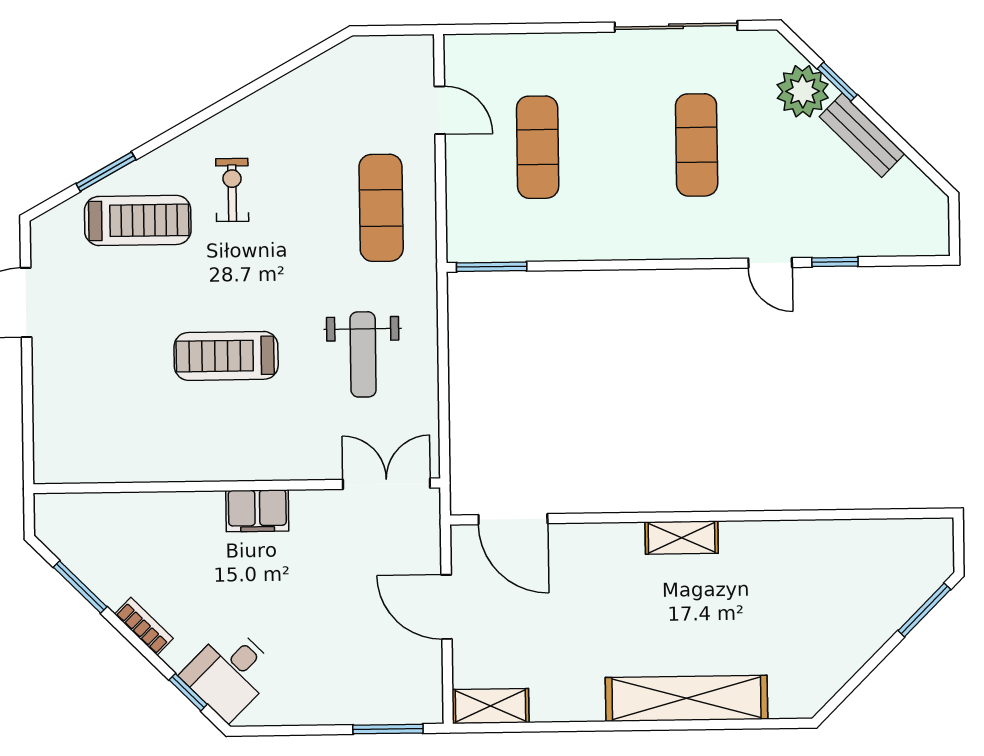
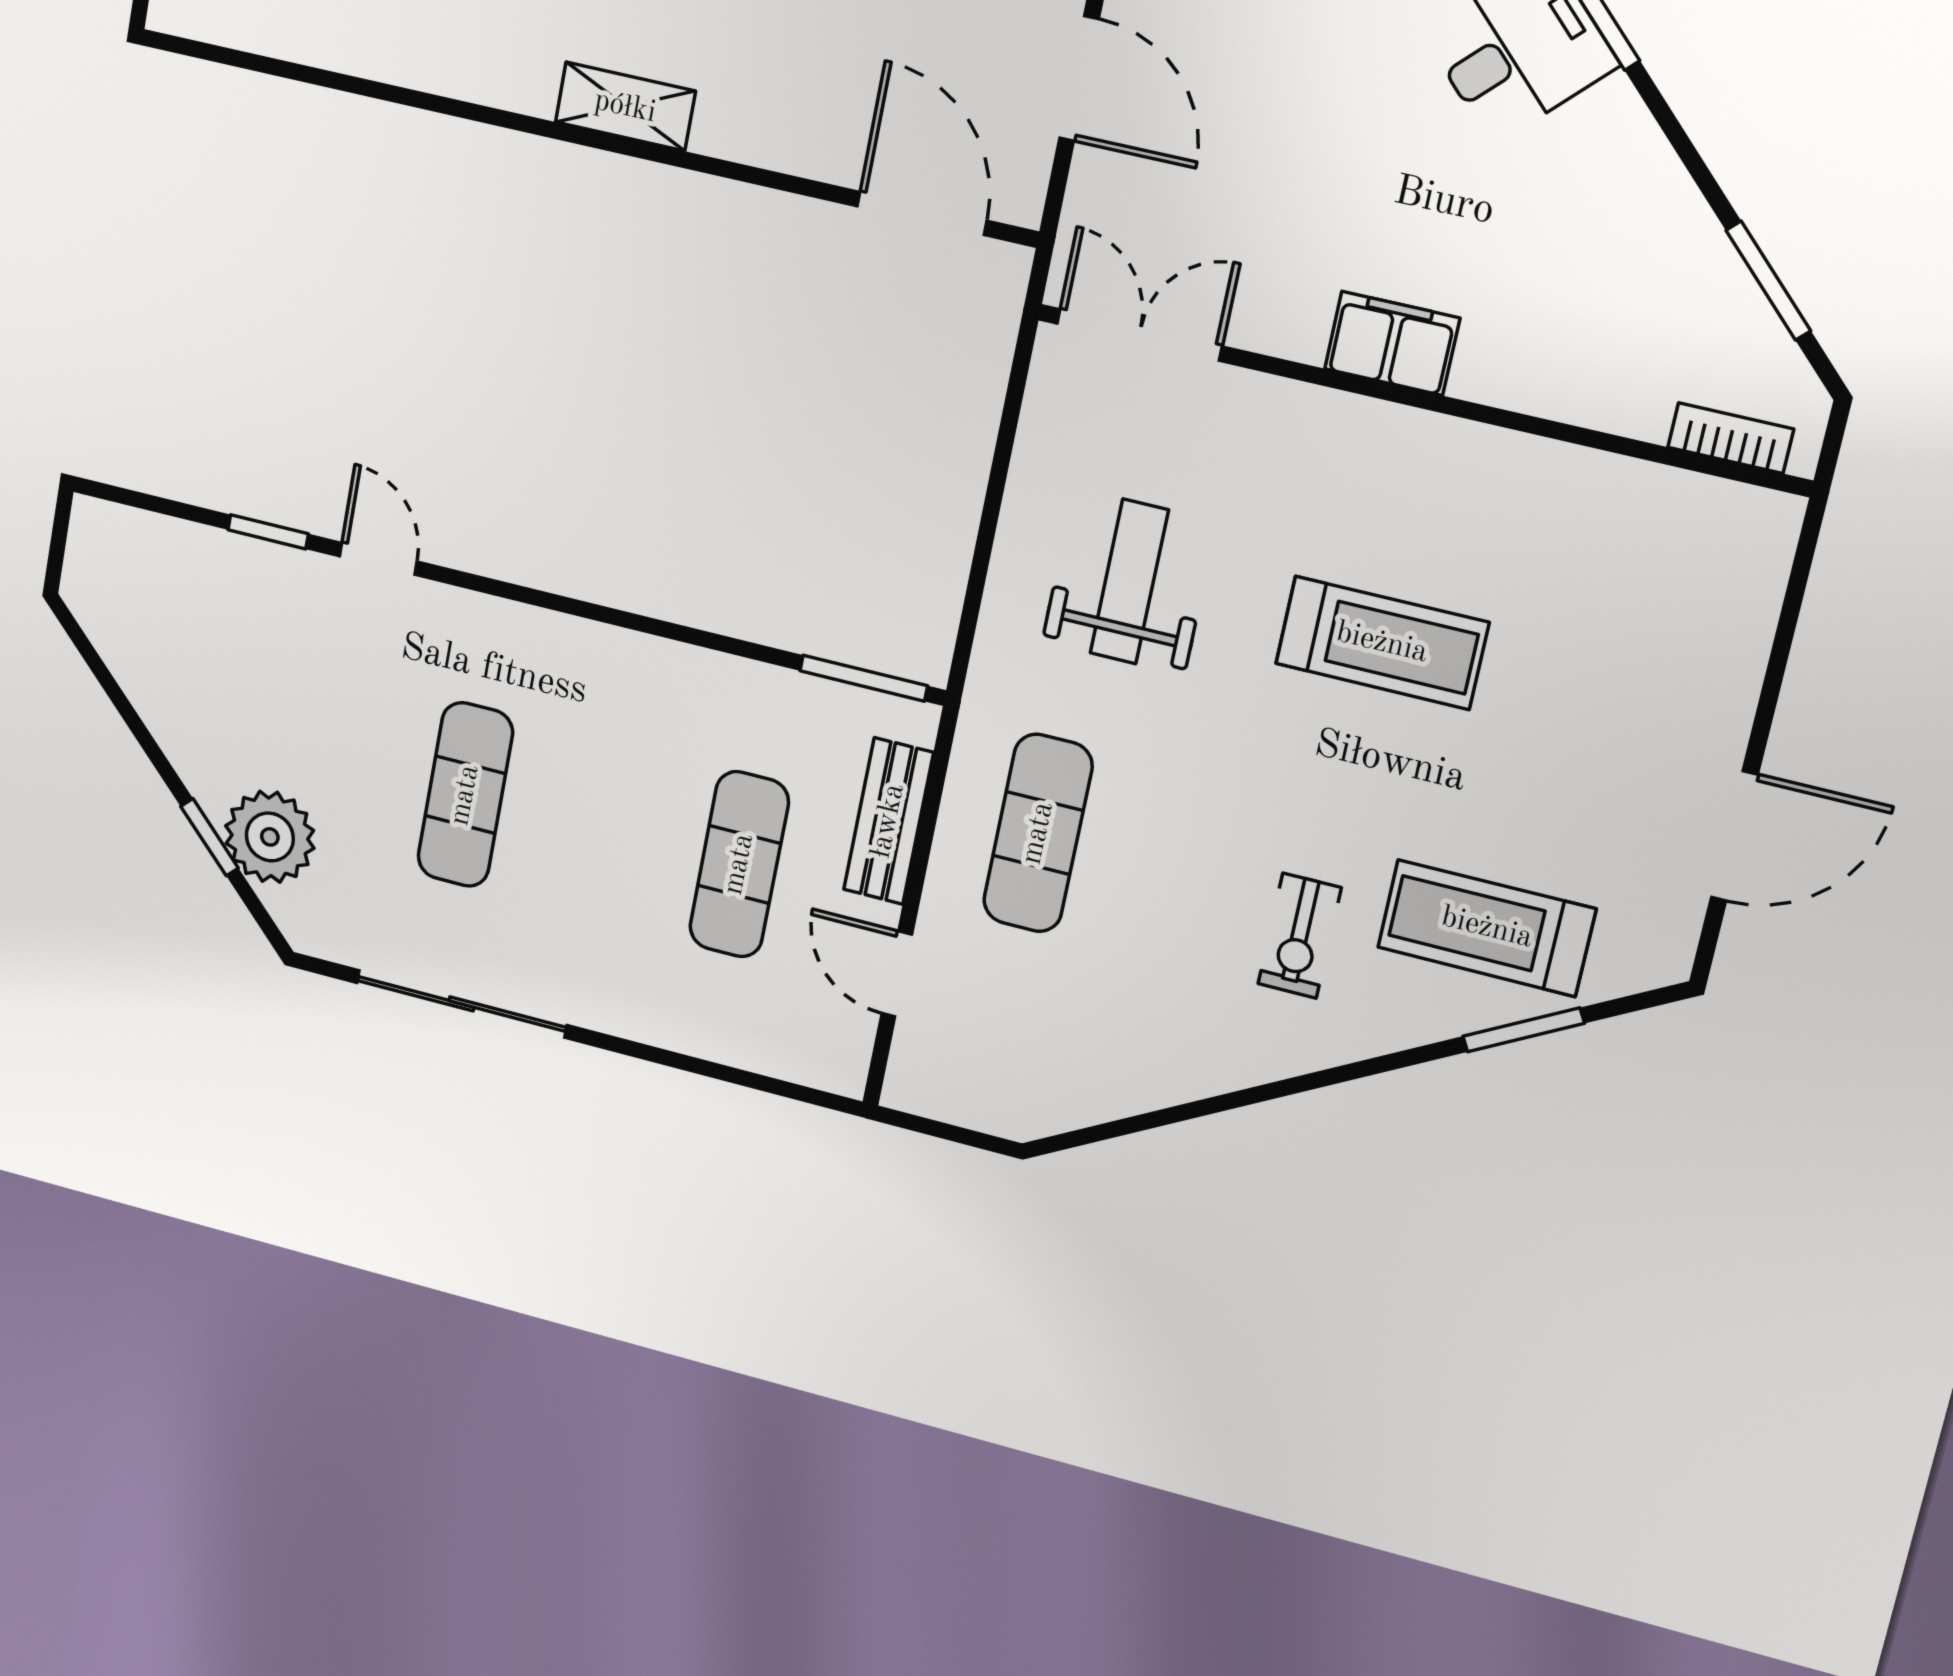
bench: (862, 135) -> (888, 821), moved, turned 45
double door: (387, 484) -> (1139, 335), swing flipped
bookcase: (144, 626) -> (1731, 438), moved, turned 135

